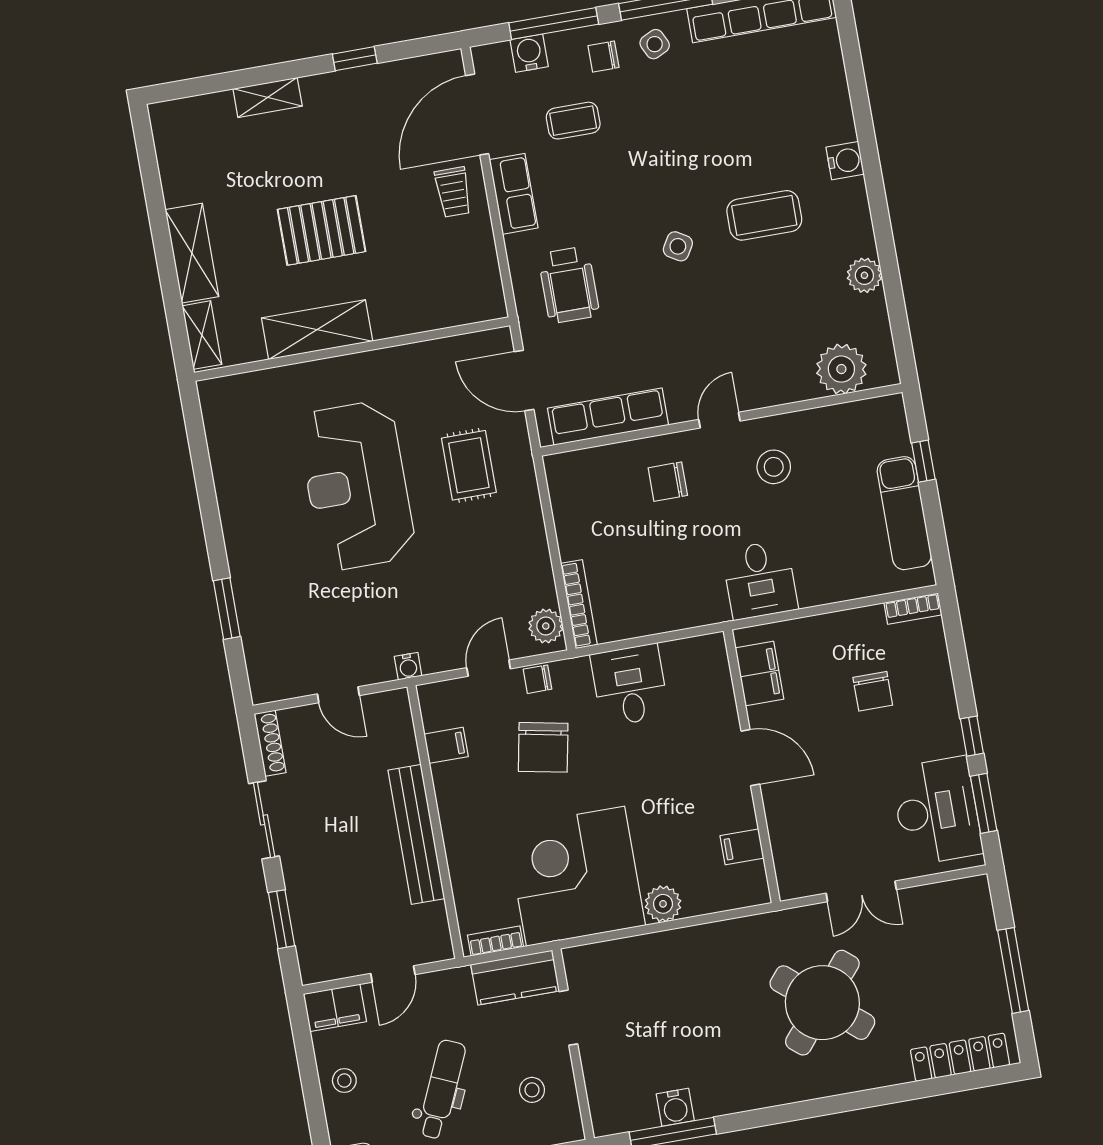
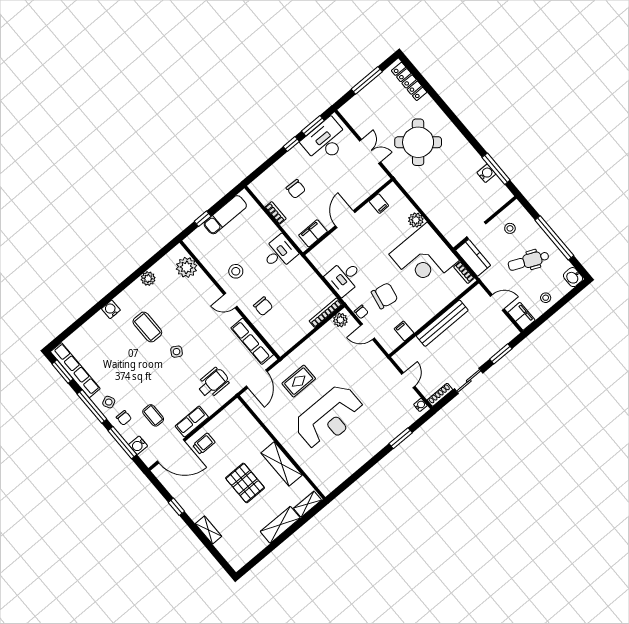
bookcase: (913, 609) -> (276, 213), moved
water cooler: (408, 666) -> (420, 405), moved
chair: (873, 691) -> (296, 189), turned 92

